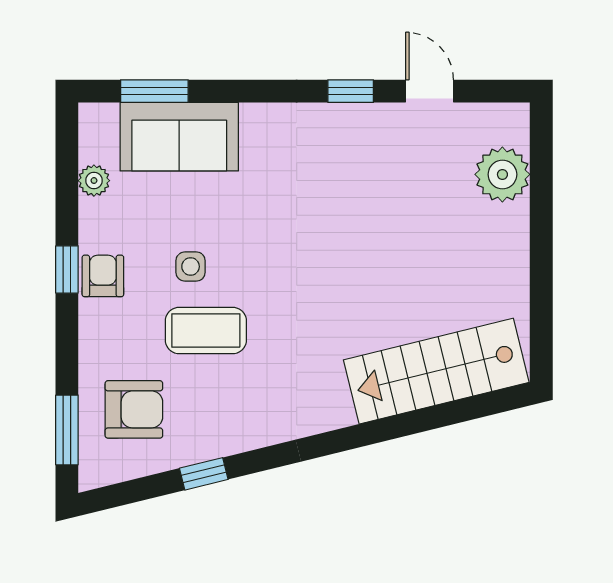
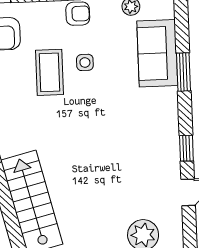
window: (154, 91) -> (184, 72), moved

